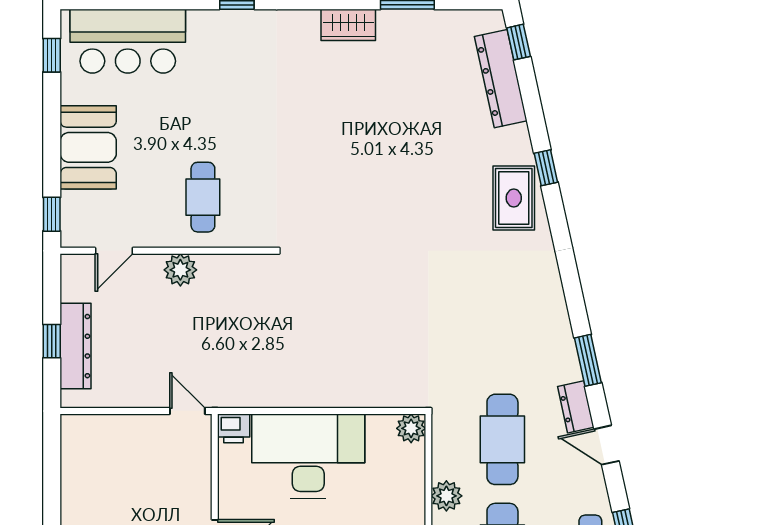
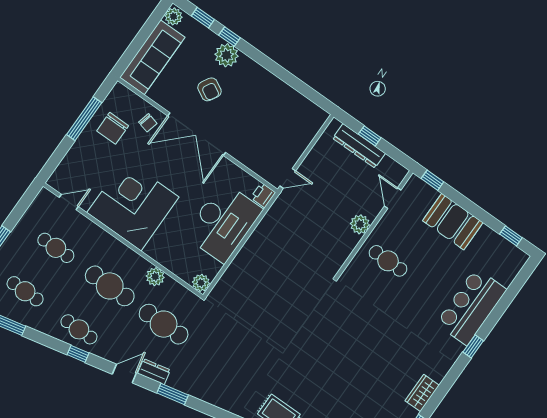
bar counter: (128, 41) -> (471, 307), moved

